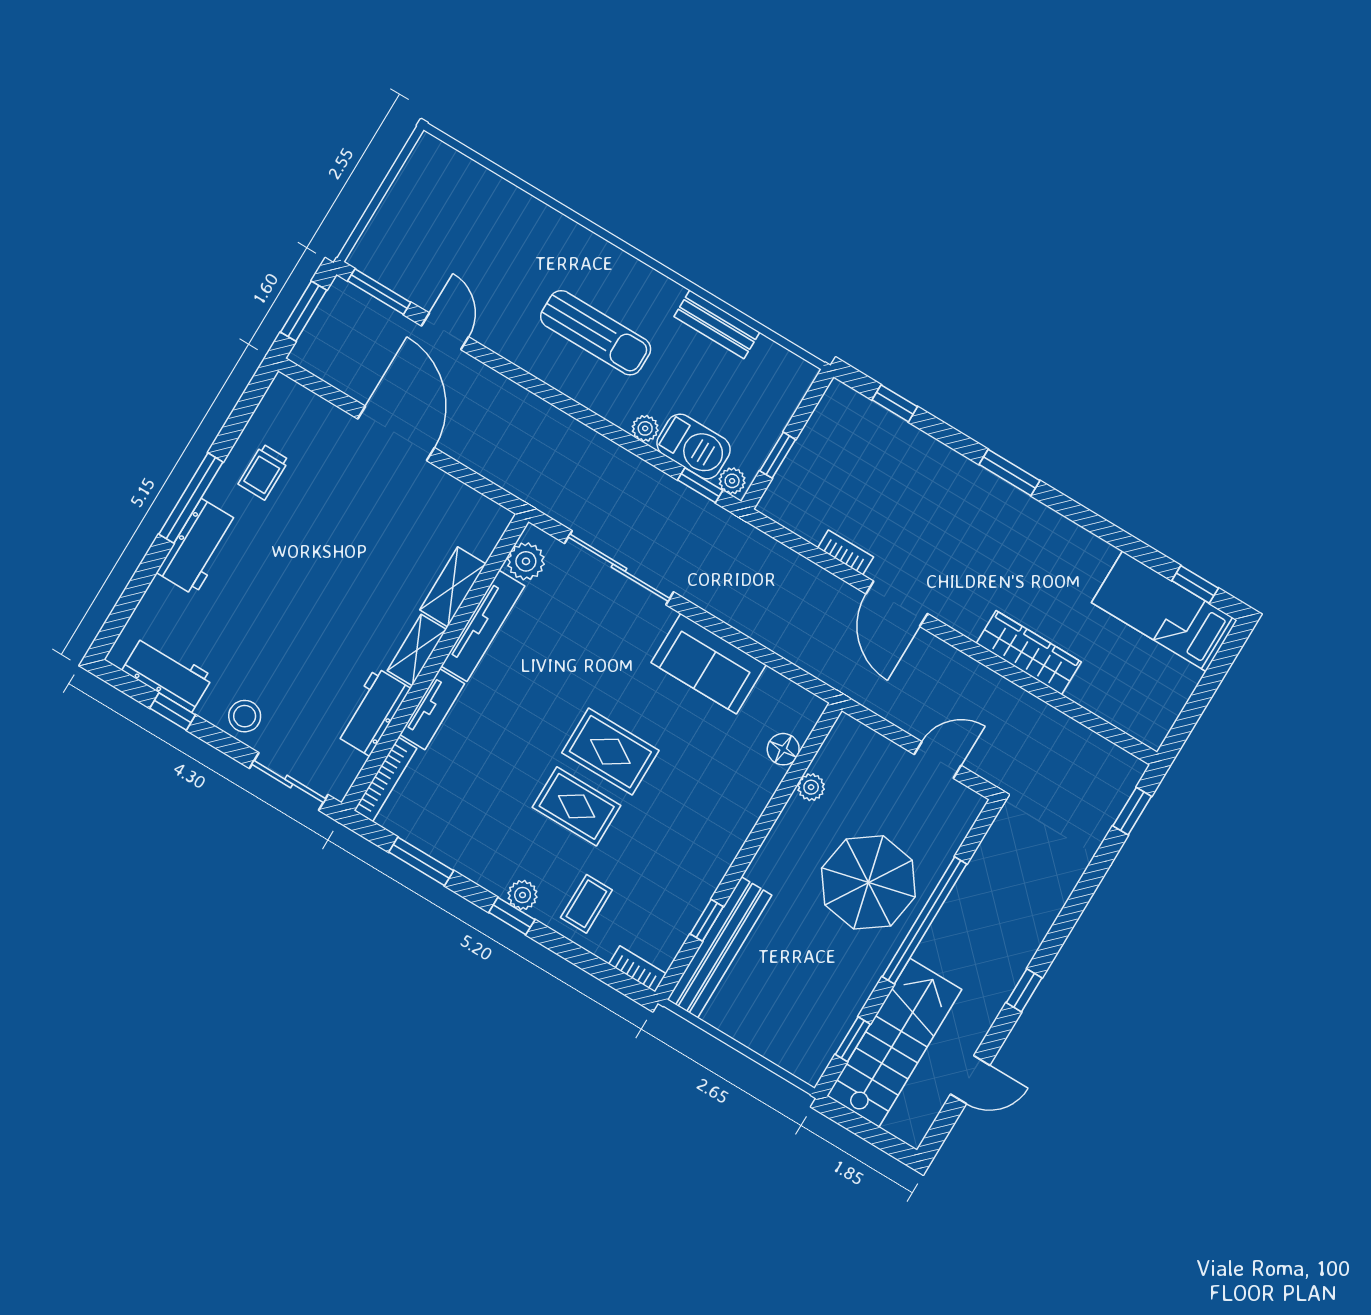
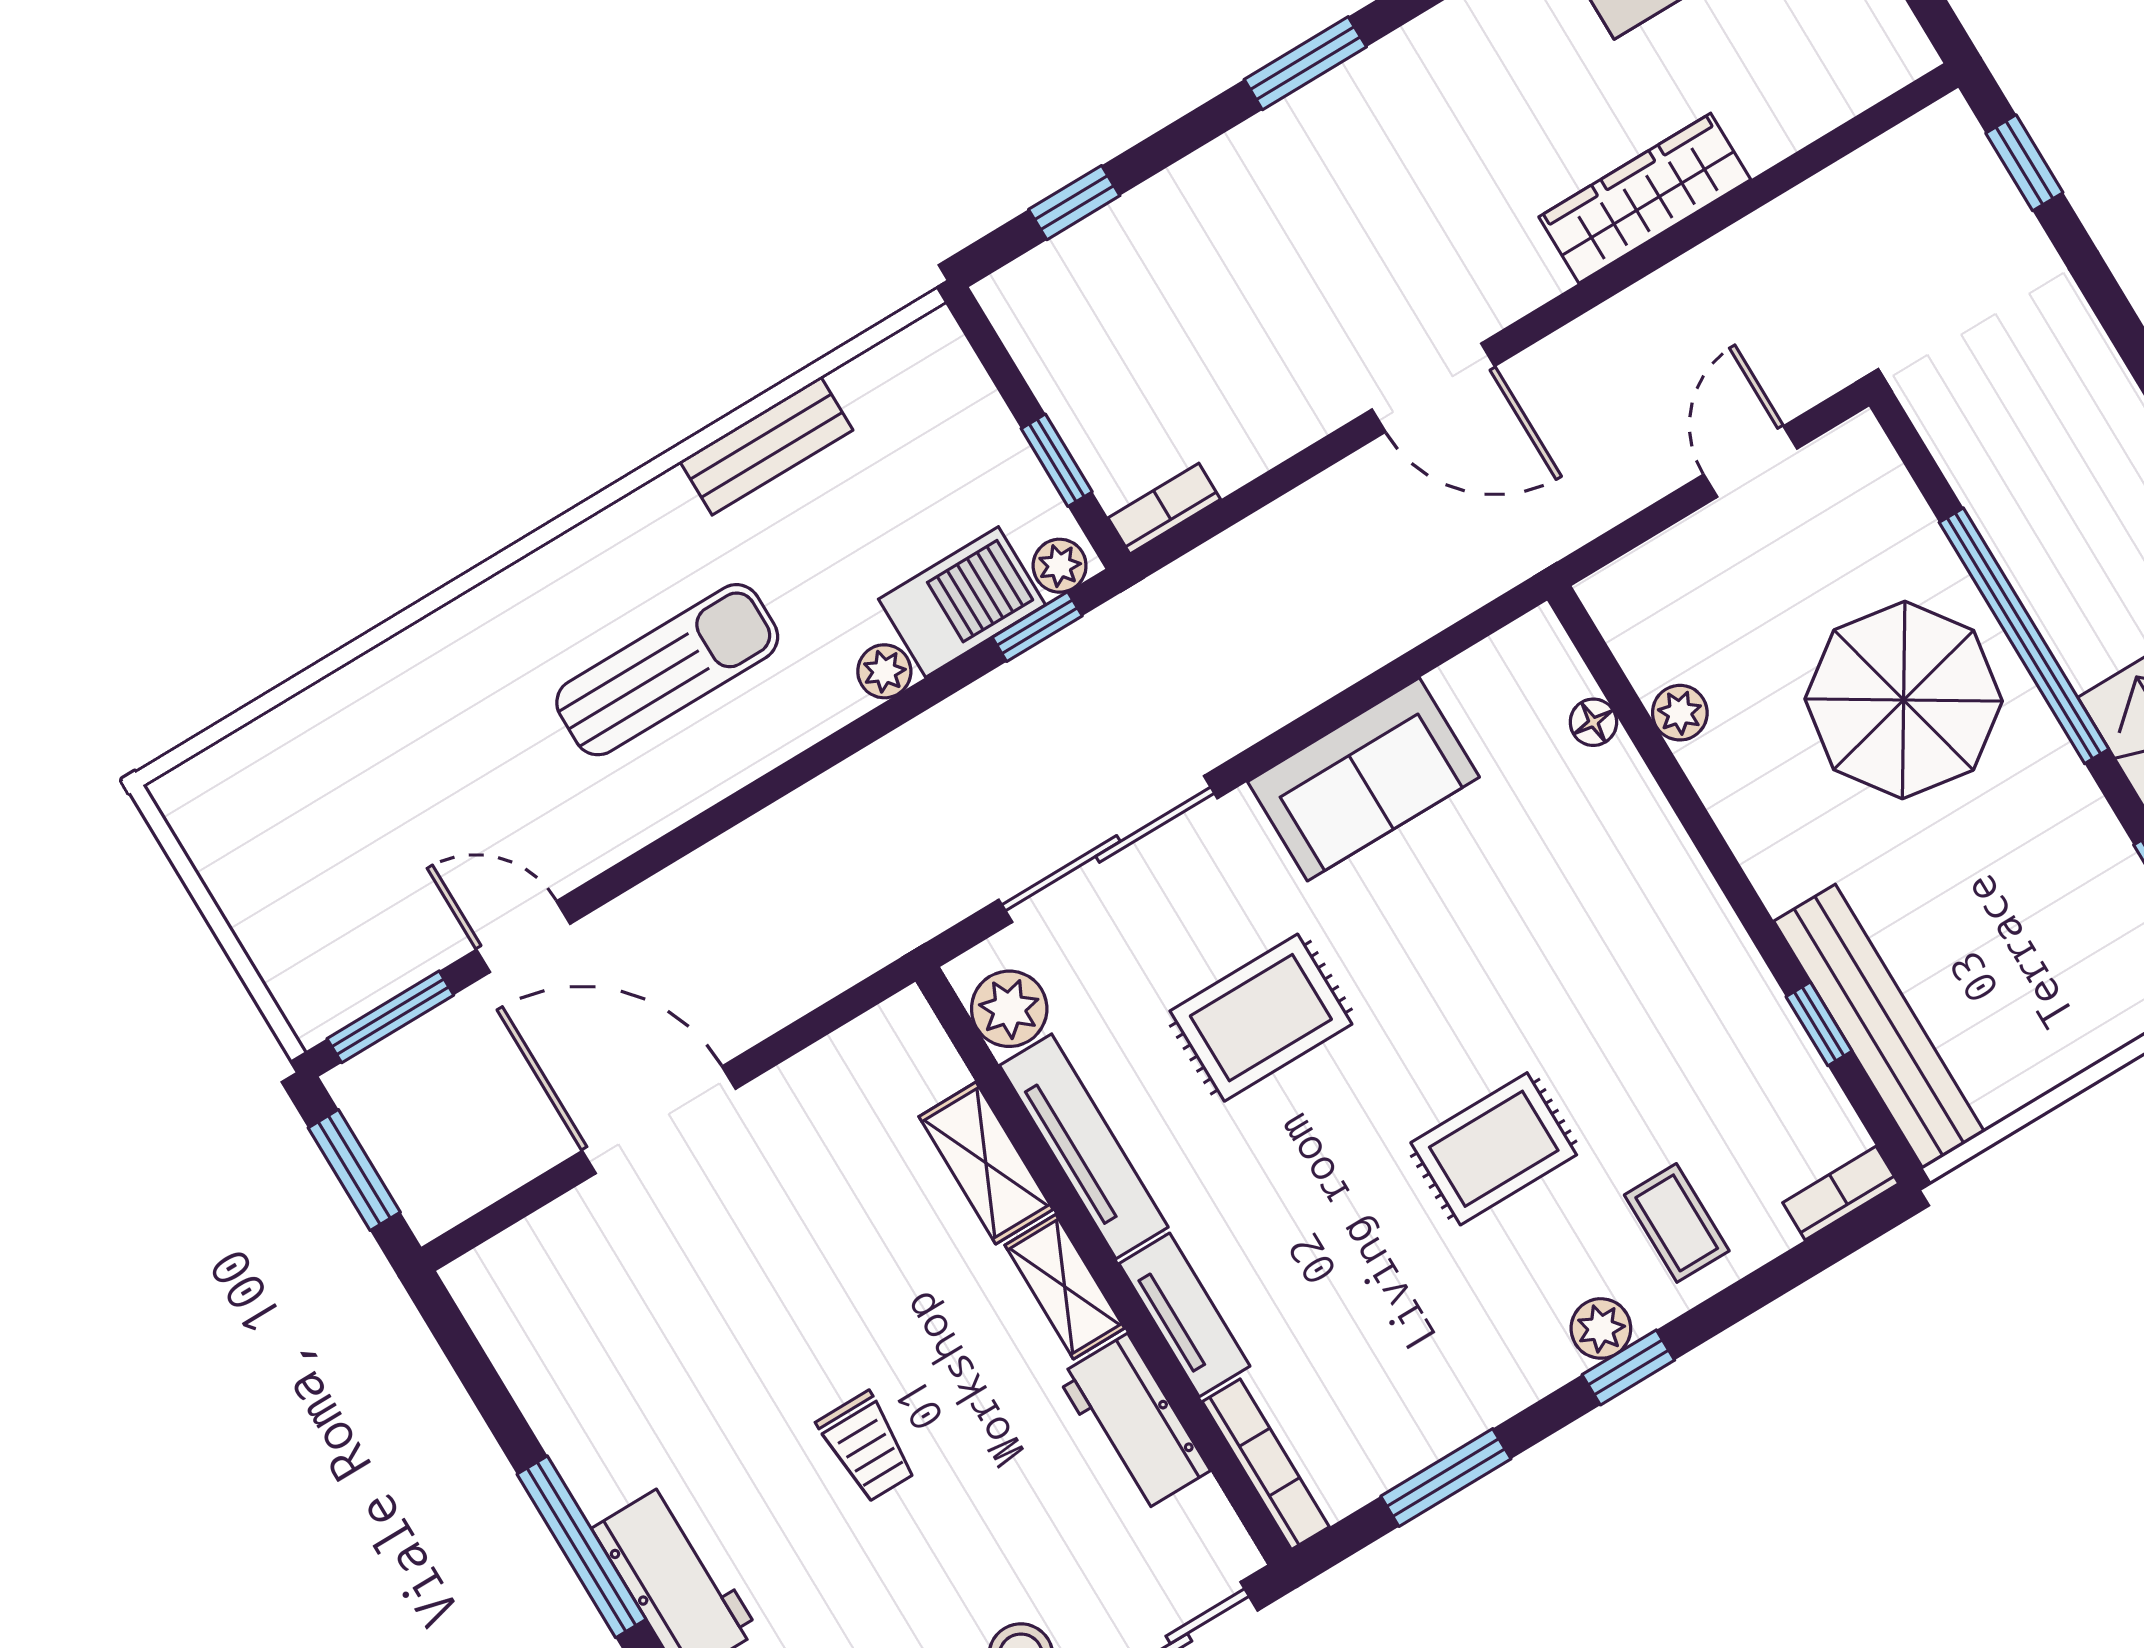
trolley: (264, 472) -> (867, 1447), moved
bookcase: (846, 552) -> (1164, 509), moved
floor lamp: (783, 749) -> (1593, 722), width x0.73, depth x0.73
rug: (610, 752) -> (1261, 1018), moved

